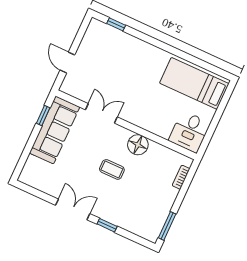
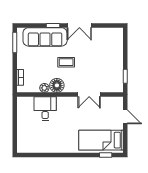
bed: (194, 83) -> (101, 140), moved, turned 180
sofa: (55, 130) -> (45, 37), moved, turned -90
desk: (190, 132) -> (45, 109), moved
plant: (156, 149) -> (44, 88), added

